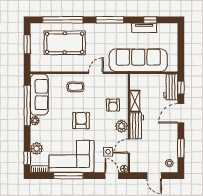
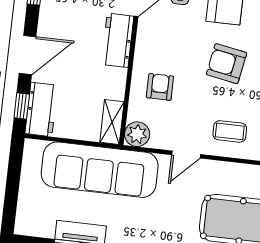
shelving: (135, 101) -> (112, 122), moved
armchair: (81, 121) -> (227, 64), turned 100
plant: (122, 126) -> (137, 134), moved

